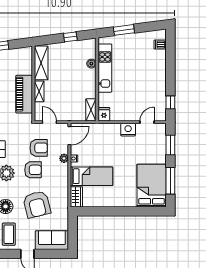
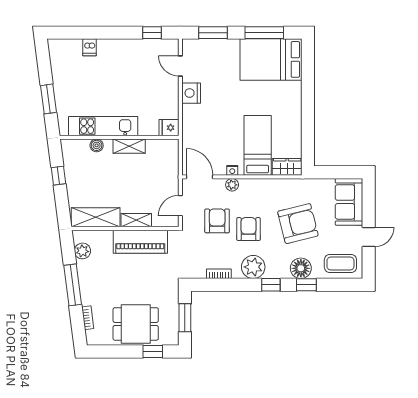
dishwasher: (160, 45) -> (90, 47), moved
plant: (18, 54) -> (82, 251), added
shelving: (91, 110) -> (129, 146), moved

